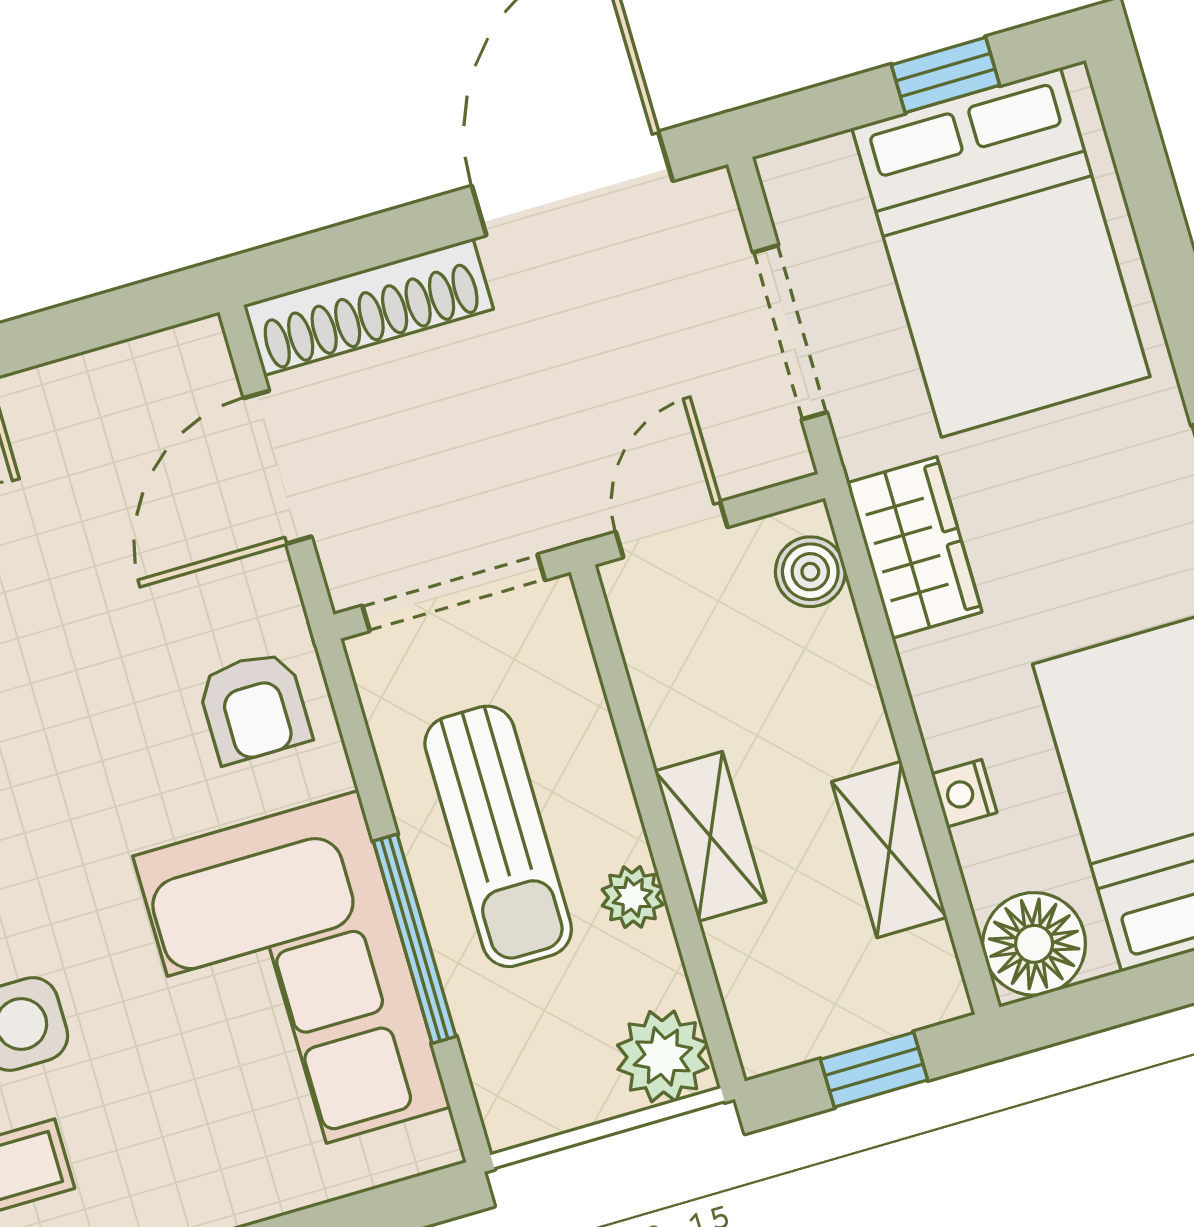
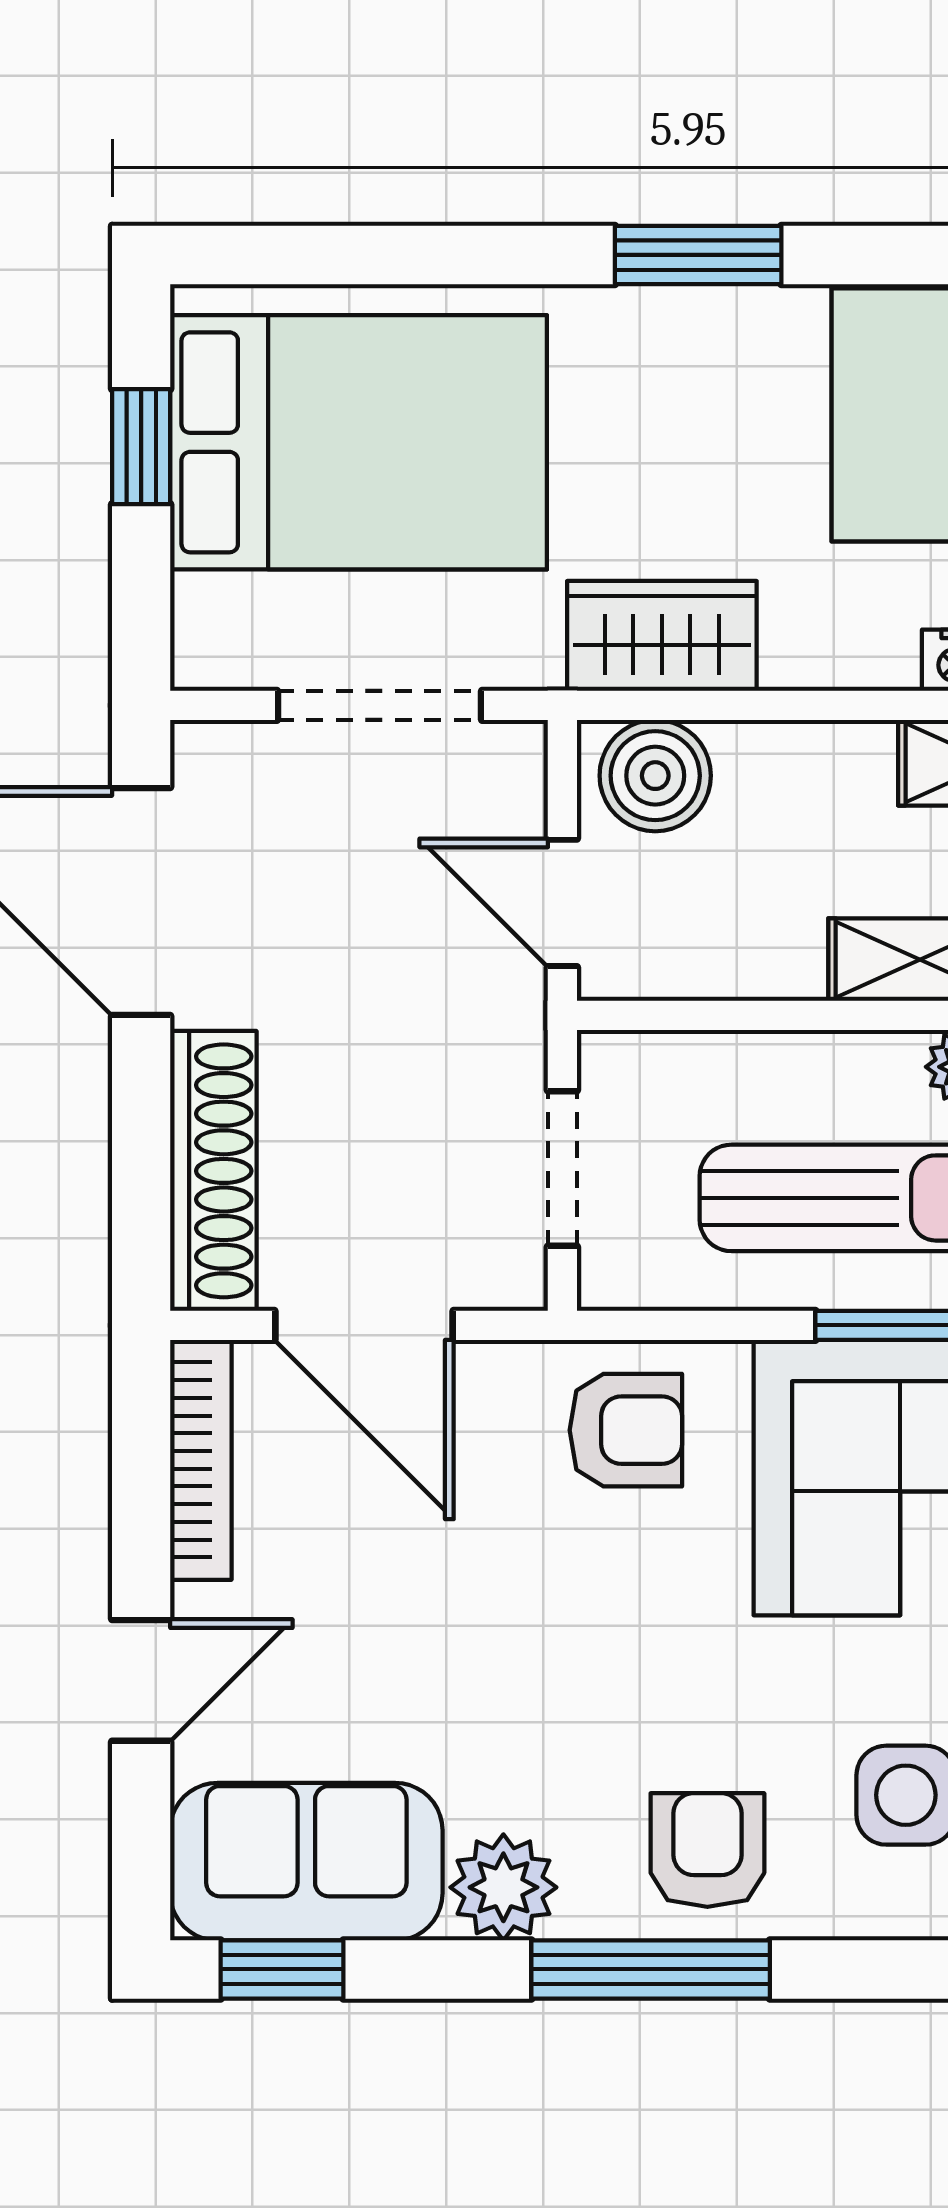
bookcase: (128, 366) -> (201, 1460), added
boiler: (810, 572) -> (655, 776), width x1.36, depth x1.36
doorway: (454, 593) -> (562, 1168), width x0.73

